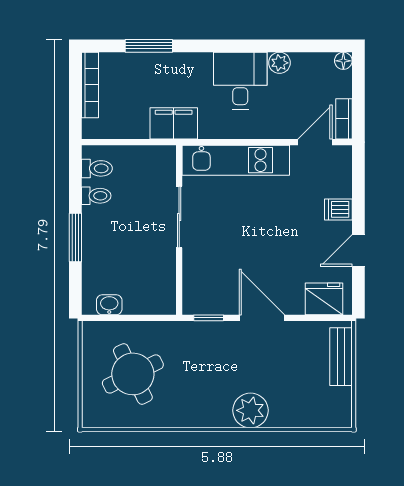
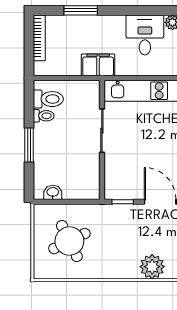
toilet: (97, 168) -> (48, 99), width x1.37, depth x1.39

